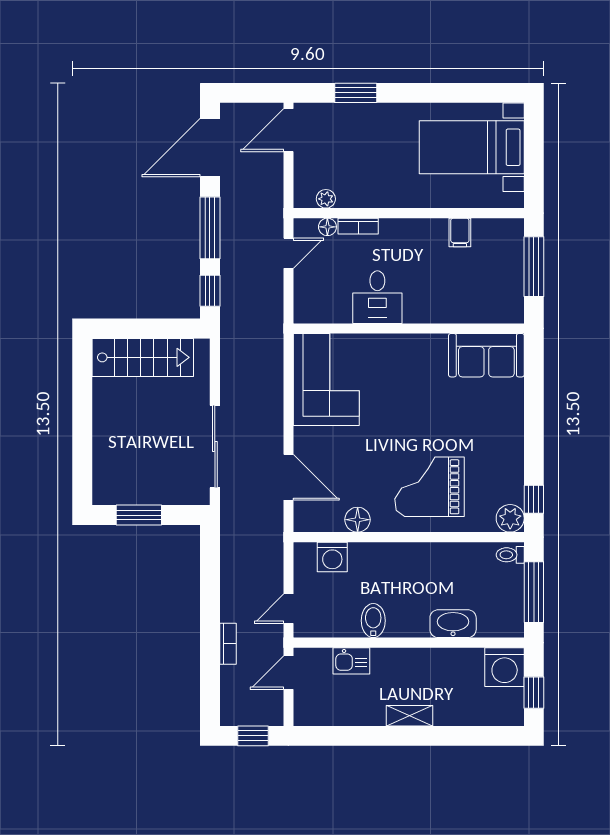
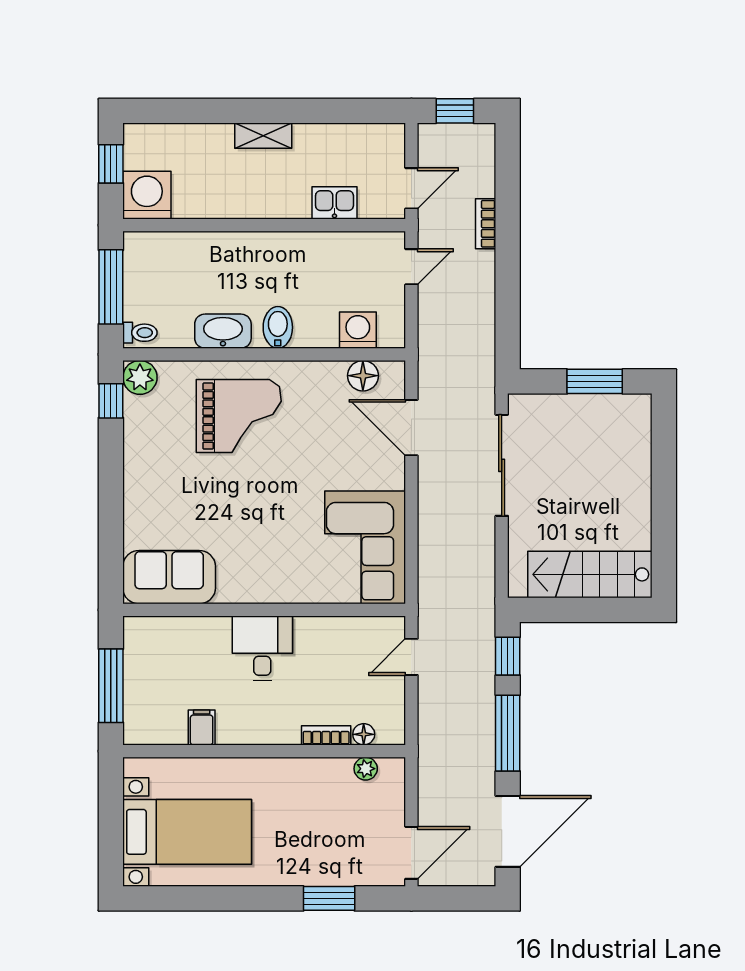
door: (288, 253) -> (411, 657), moved
desk: (377, 297) -> (262, 648), moved
floor lamp: (358, 520) -> (363, 376), moved
bidet: (373, 621) -> (278, 327), moved, turned 180
washbasin: (453, 624) -> (223, 331), moved, turned 180

